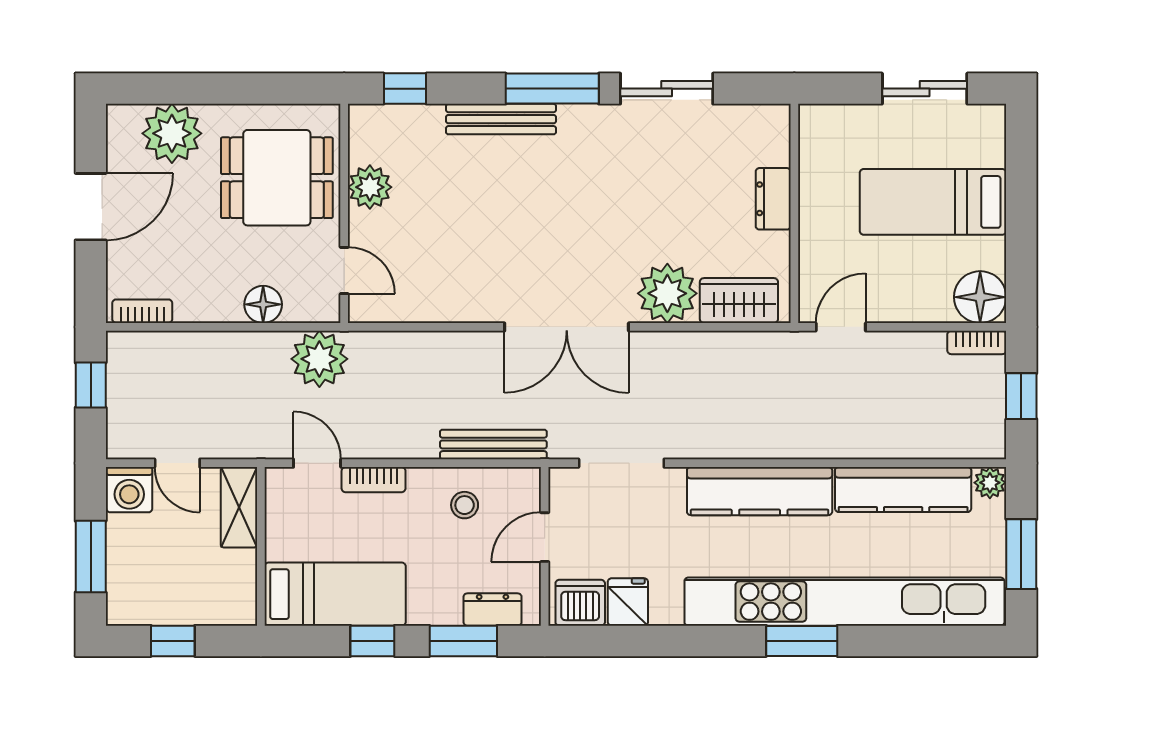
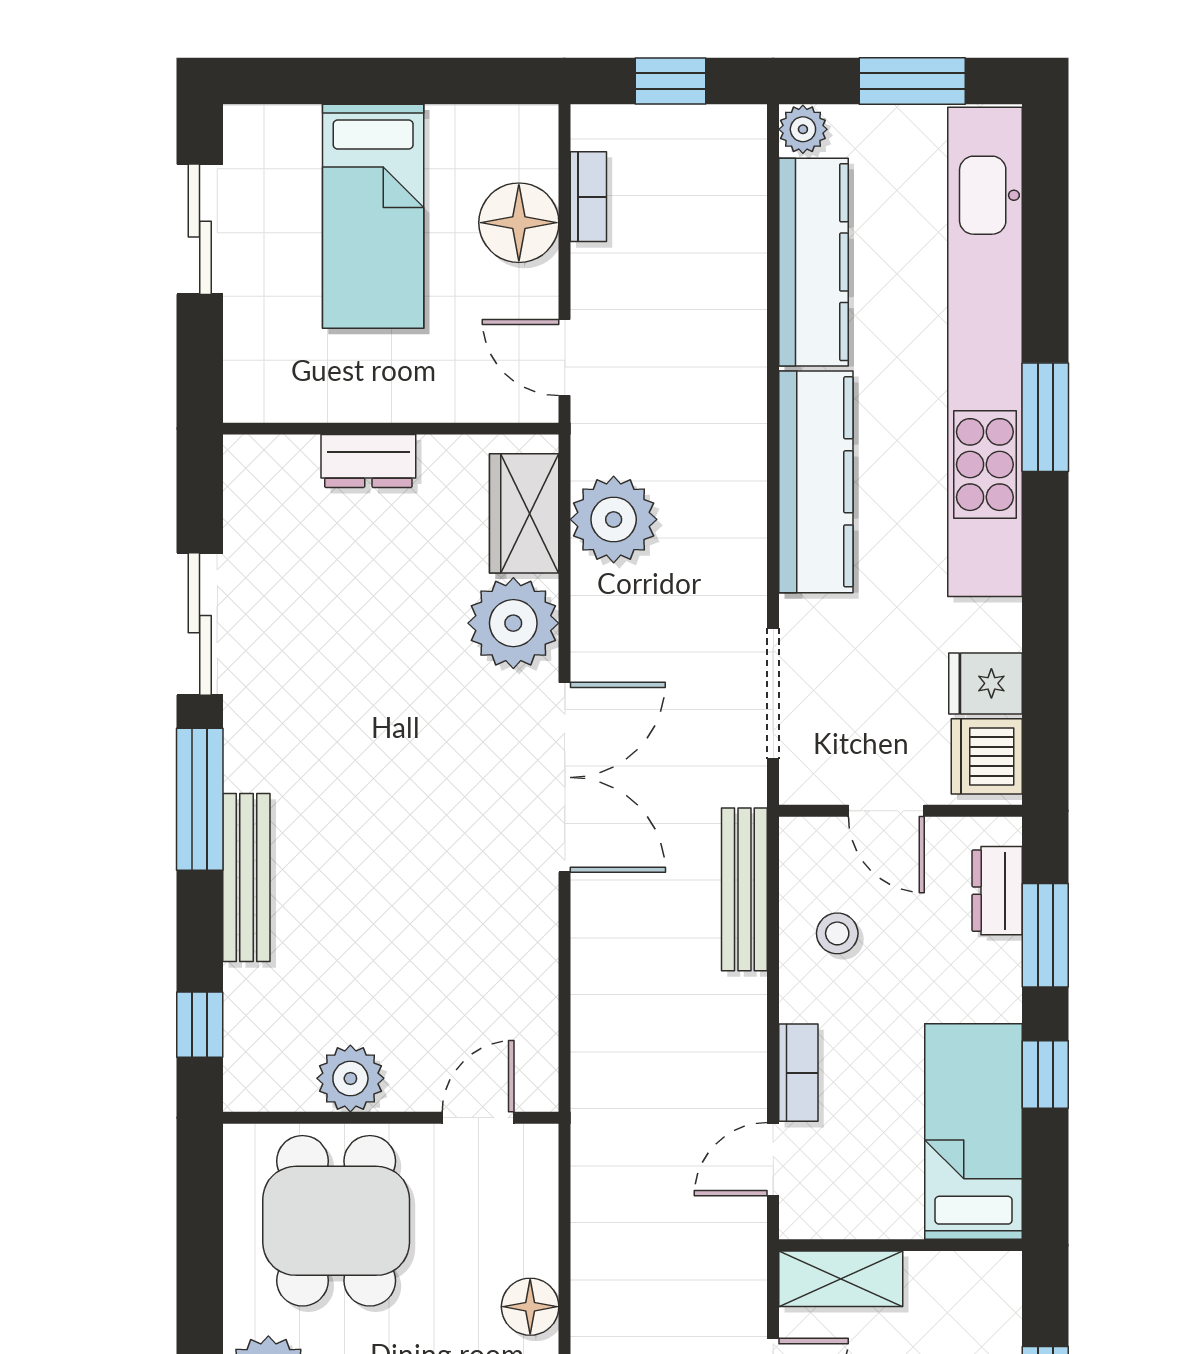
floor lamp: (980, 297) -> (519, 223), moved
floor lamp: (263, 304) -> (530, 1307), moved
bookcase: (977, 342) -> (588, 197), moved
plant: (319, 359) -> (614, 519), moved

